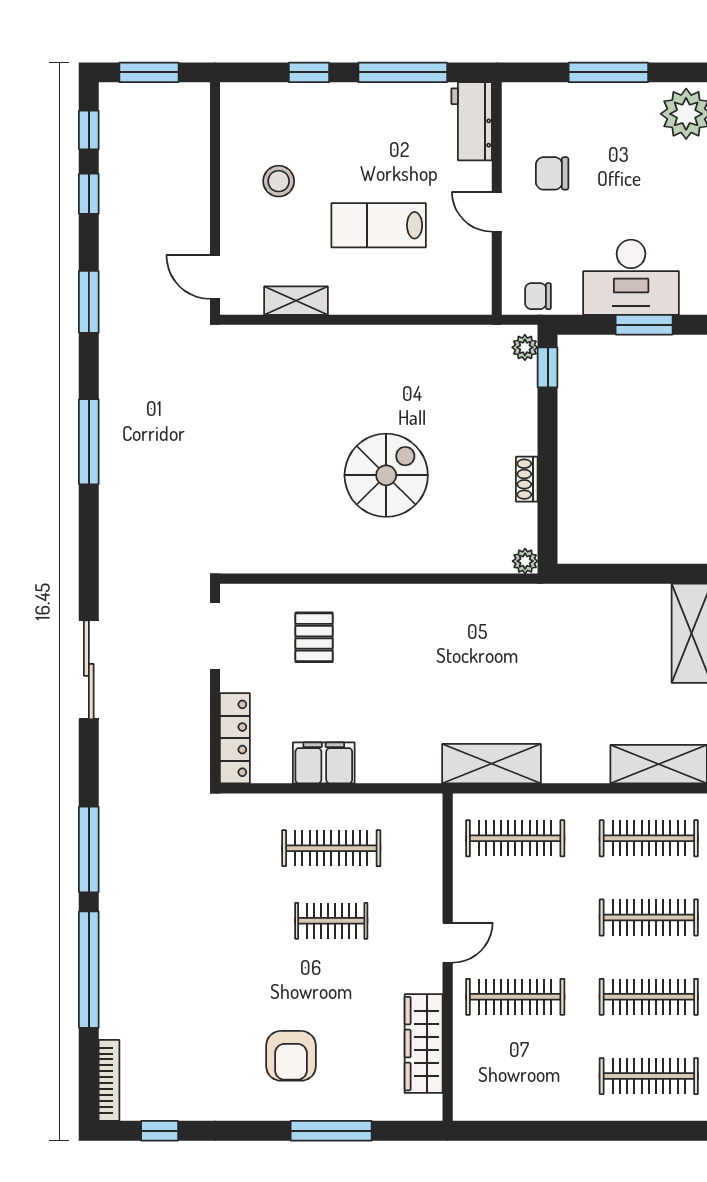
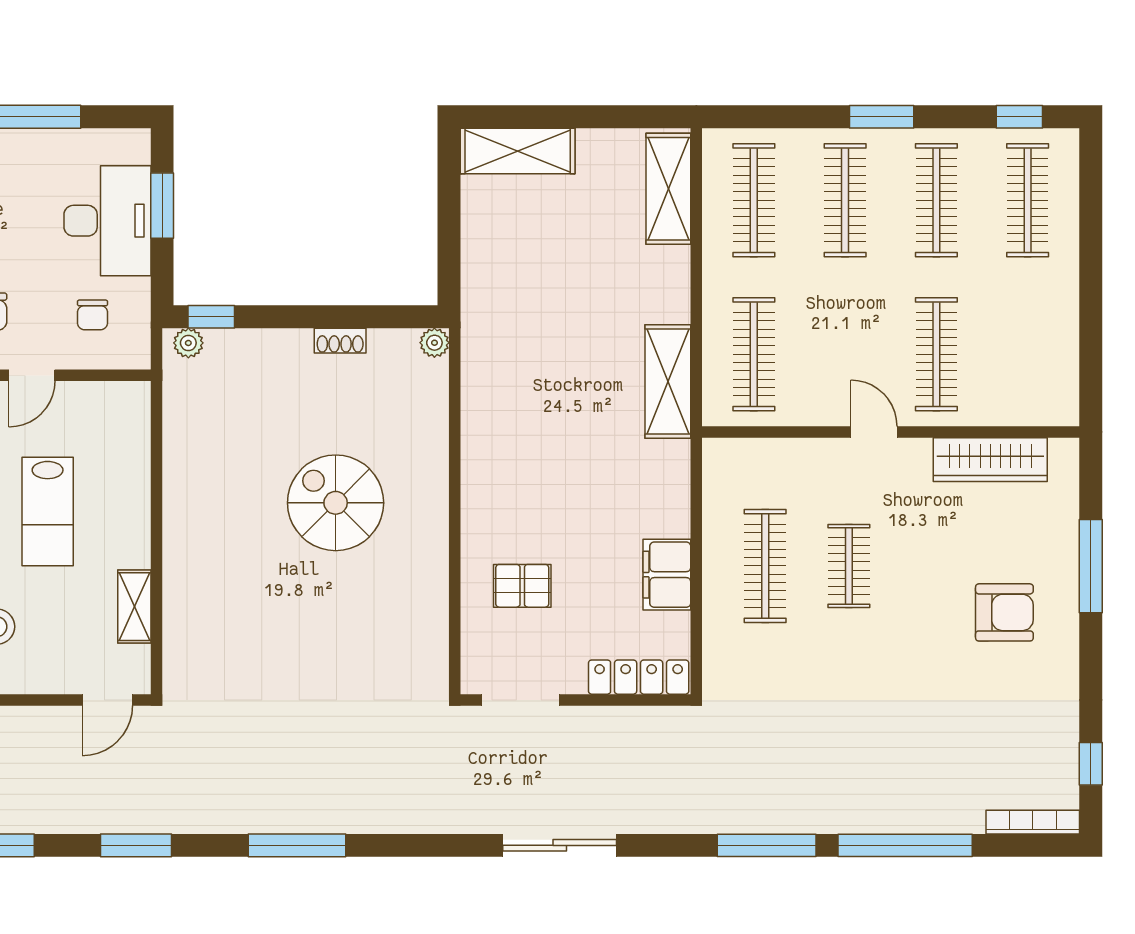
chair: (538, 296) -> (92, 315), moved

